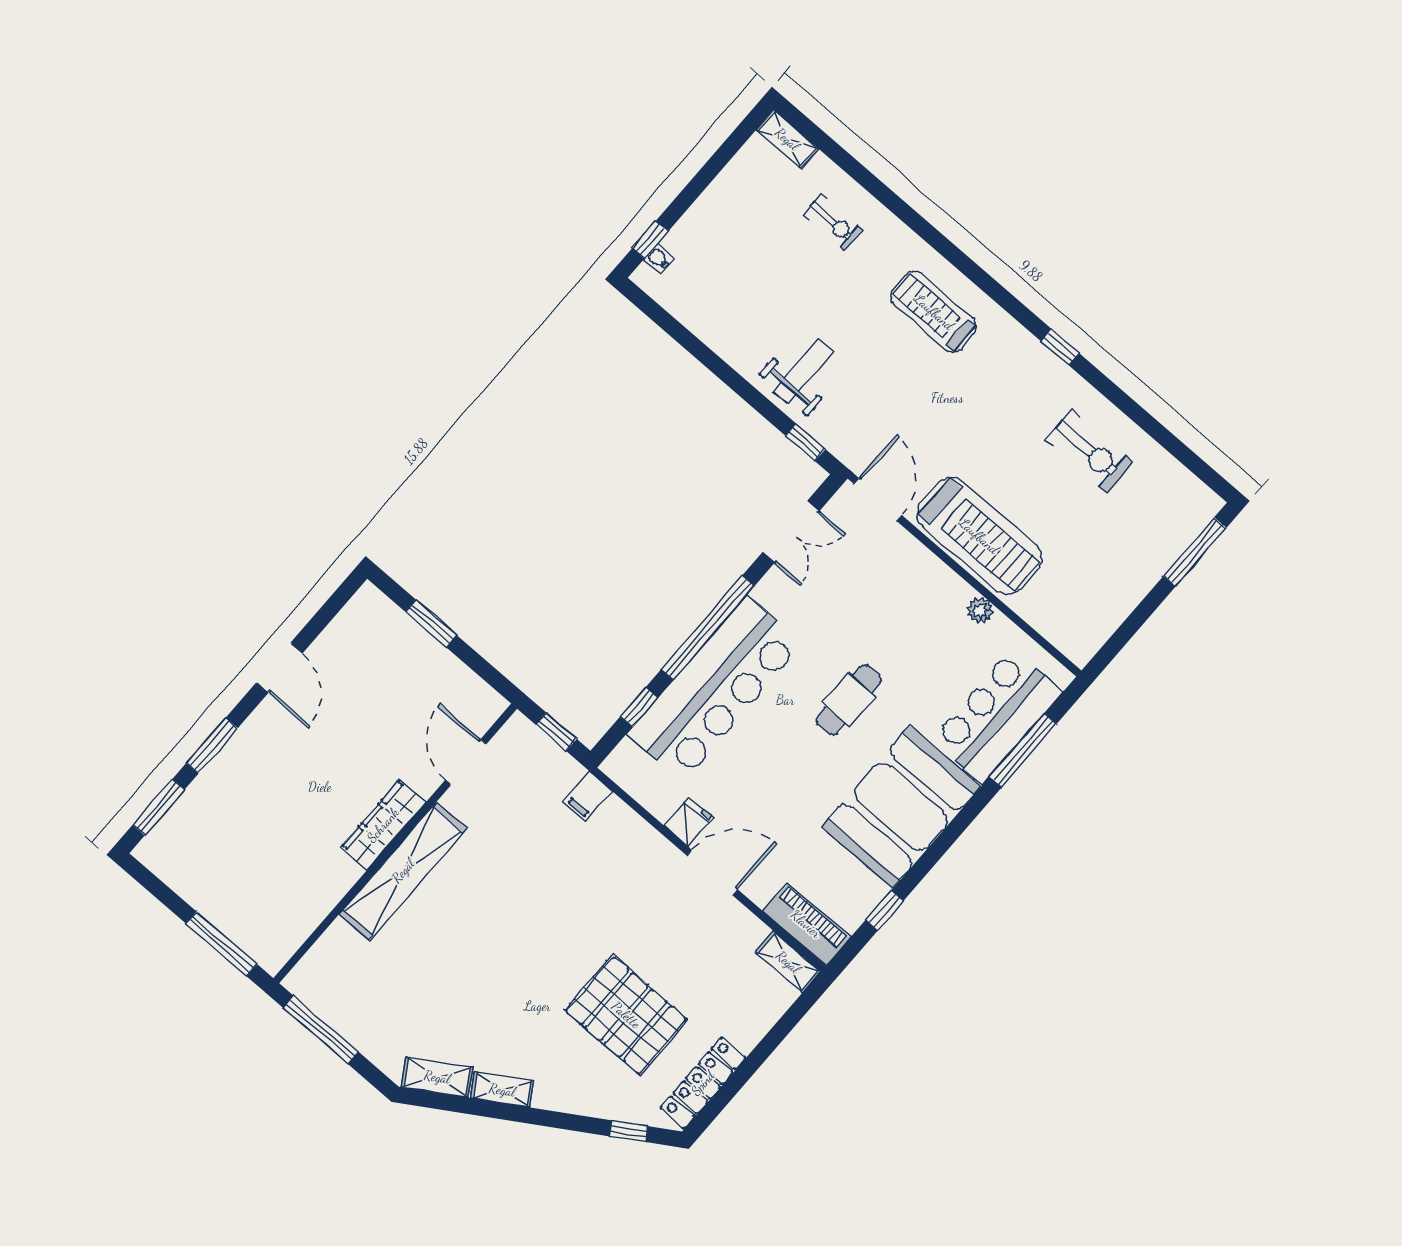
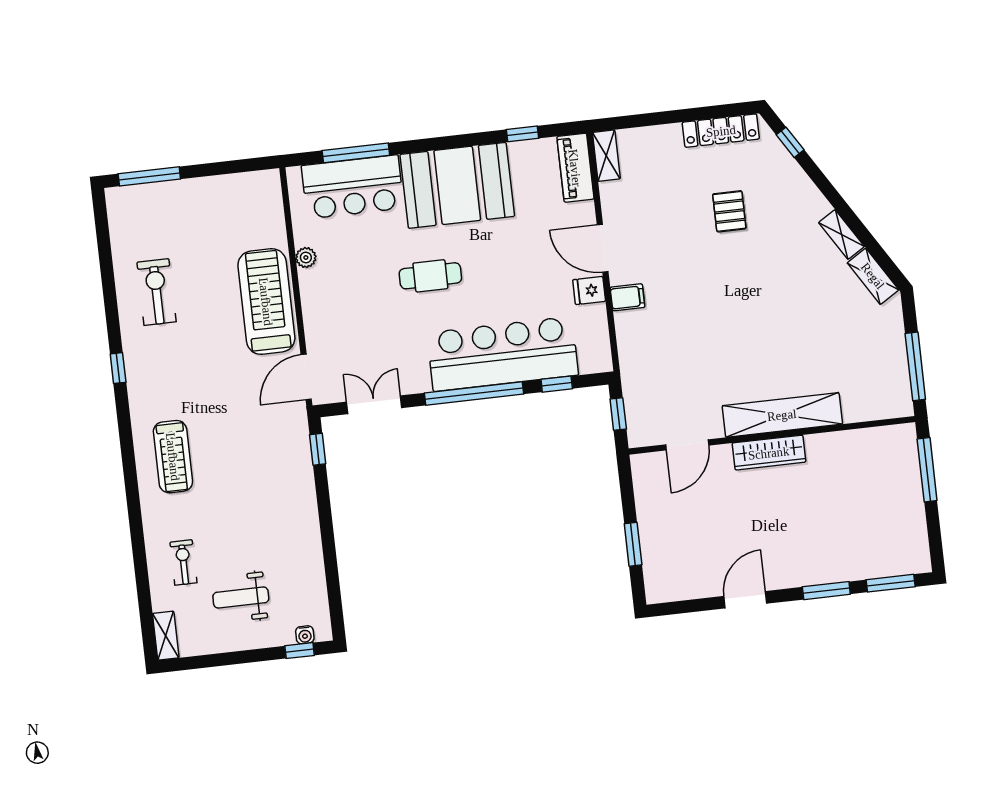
weight bench: (804, 371) -> (241, 597), moved
filing cabinet: (588, 796) -> (627, 297), moved
pallet: (626, 1015) -> (729, 211), width x0.49, depth x0.50

